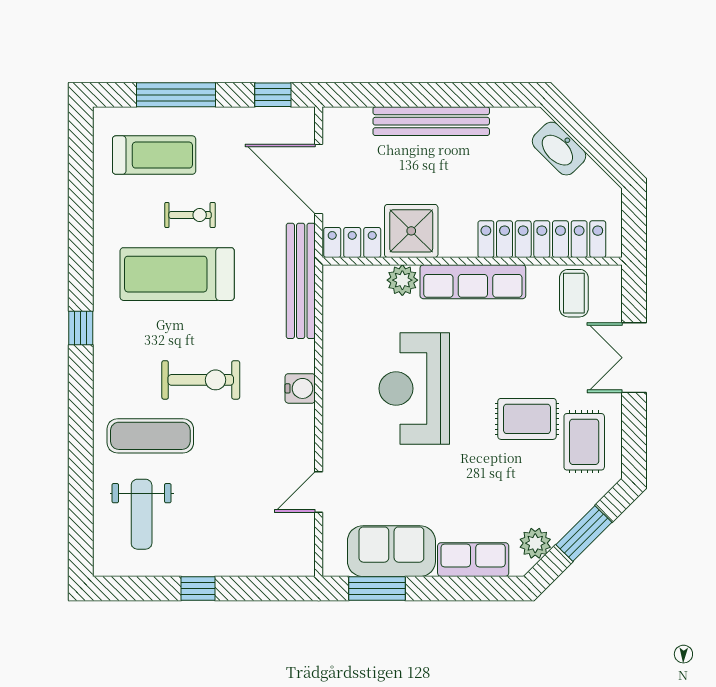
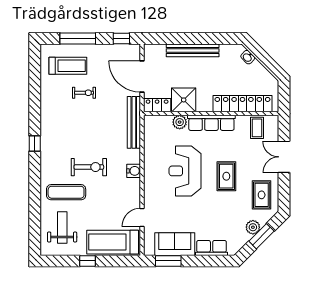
washbasin: (559, 149) -> (248, 57), width x0.52, depth x0.69
treadmill: (177, 274) -> (113, 242), moved
rug: (527, 419) -> (226, 176), moved, turned 90
weight bench: (142, 514) -> (62, 228), turned 180
plant: (535, 543) -> (253, 227), moved

